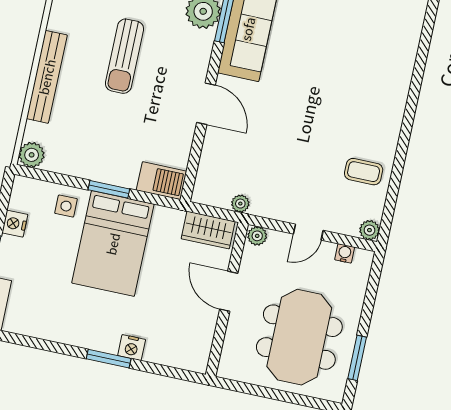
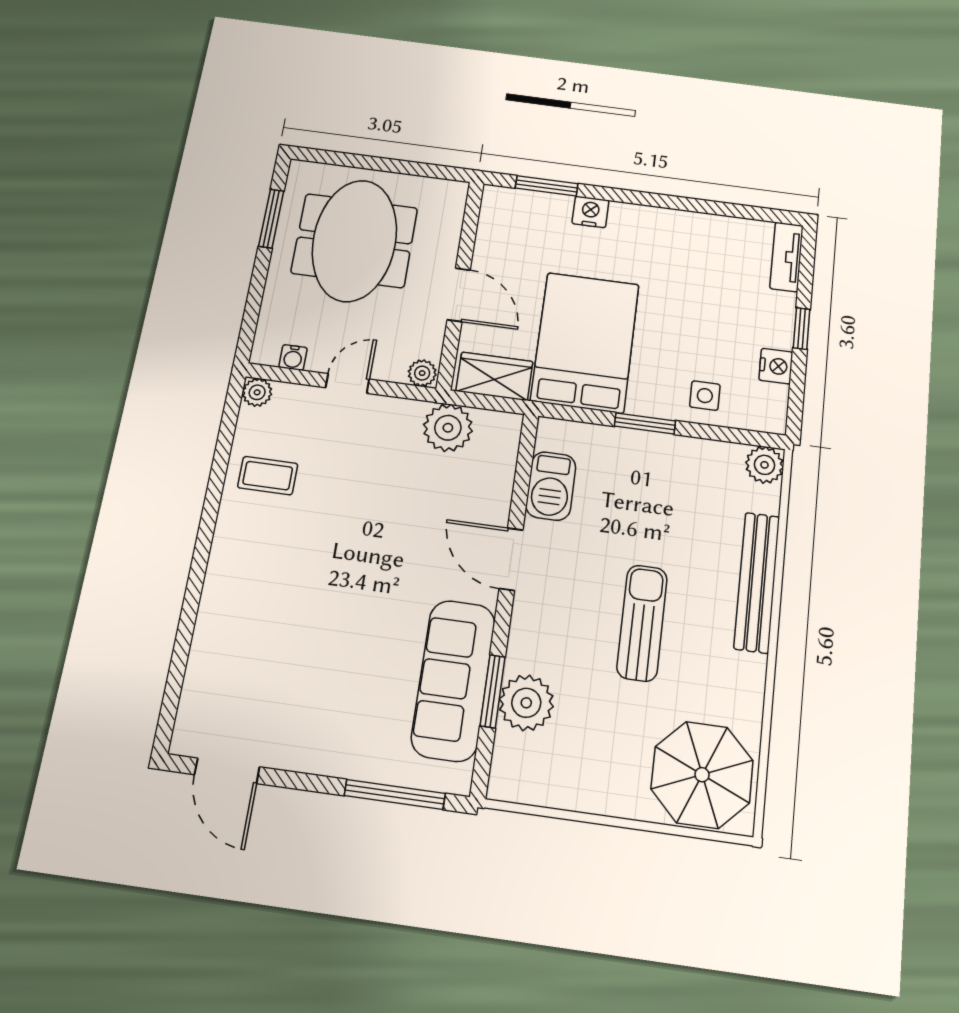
barbecue: (162, 181) -> (551, 486), moved, turned -90
plant: (240, 204) -> (448, 428), width x1.87, depth x1.87
bed: (113, 244) -> (585, 342), moved
window: (109, 359) -> (547, 186), moved

